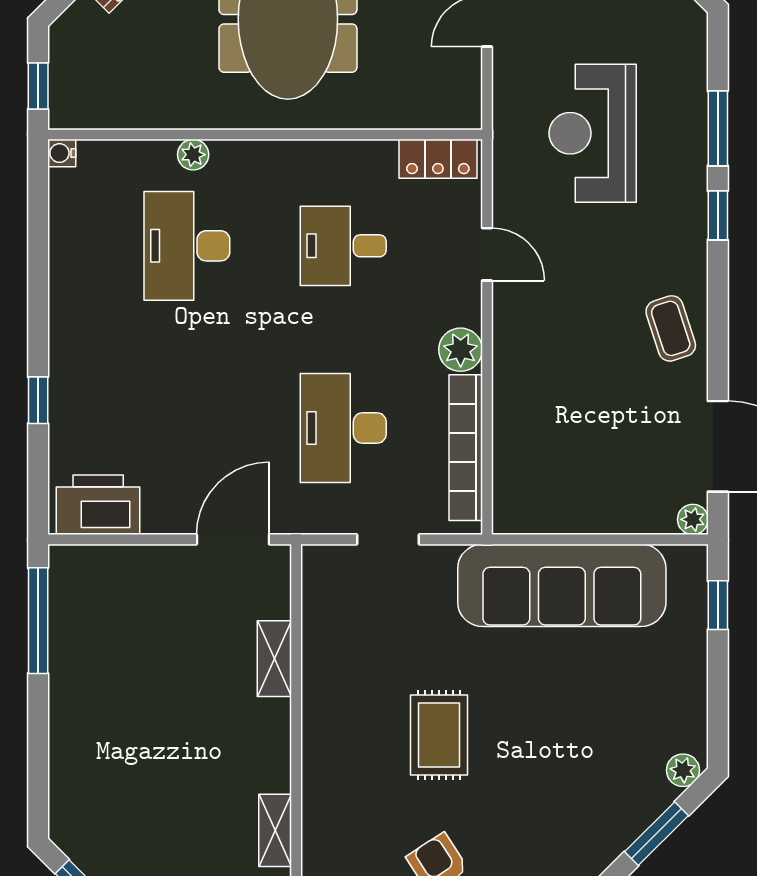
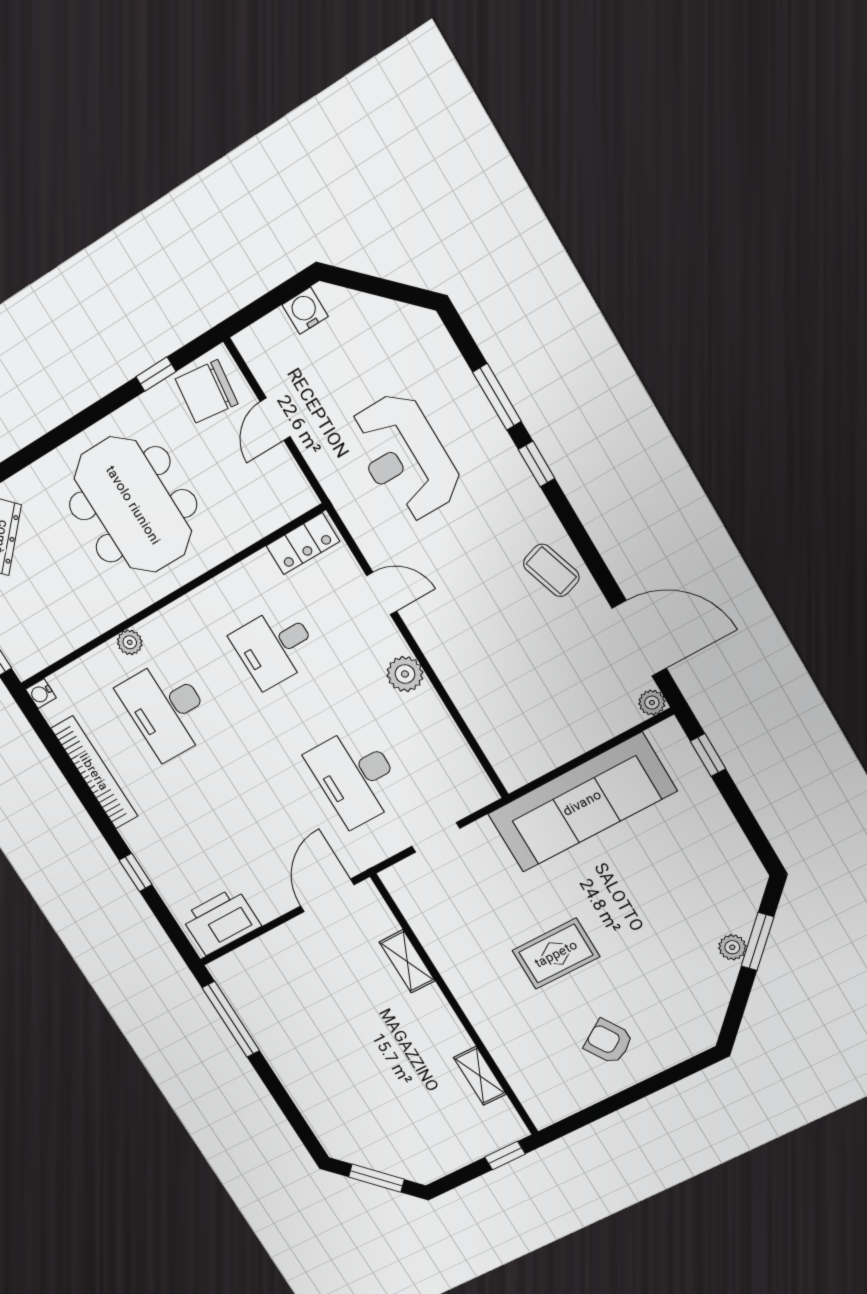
bookcase: (466, 448) -> (94, 772), moved, turned 180
rug: (439, 735) -> (556, 954), turned 90
plant: (683, 770) -> (732, 947), moved

